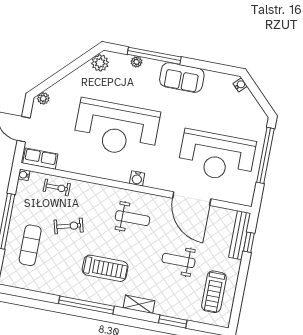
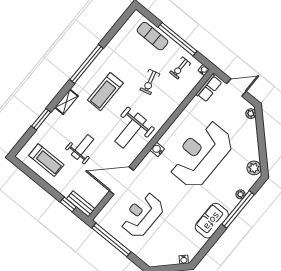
window: (265, 155) -> (111, 240), moved
reception desk: (217, 156) -> (142, 215), width x0.74, depth x0.77
exercise bike: (57, 187) -> (180, 68), moved
weight bench: (132, 218) -> (131, 131), width x1.36, depth x1.33
bench: (240, 235) -> (81, 204), width x0.73
exercise mat: (30, 245) -> (153, 36), moved
treadmill: (214, 292) -> (46, 160), turned 180

